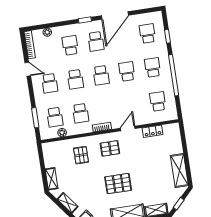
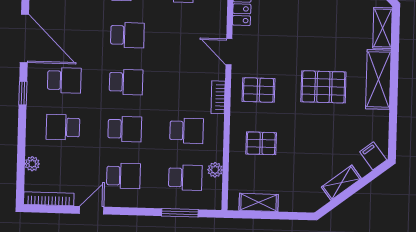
school desk: (127, 71) -> (127, 35), turned 180
pallet: (110, 148) -> (258, 90), turned 90
shelving: (52, 179) -> (259, 202), moved
pallet: (118, 184) -> (323, 87), turned 90

